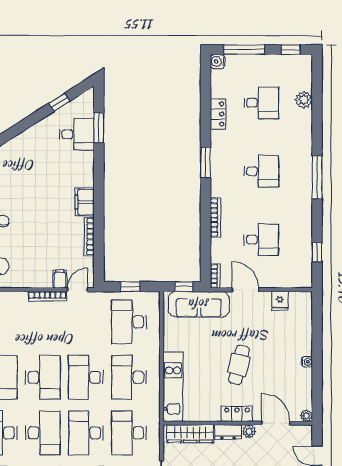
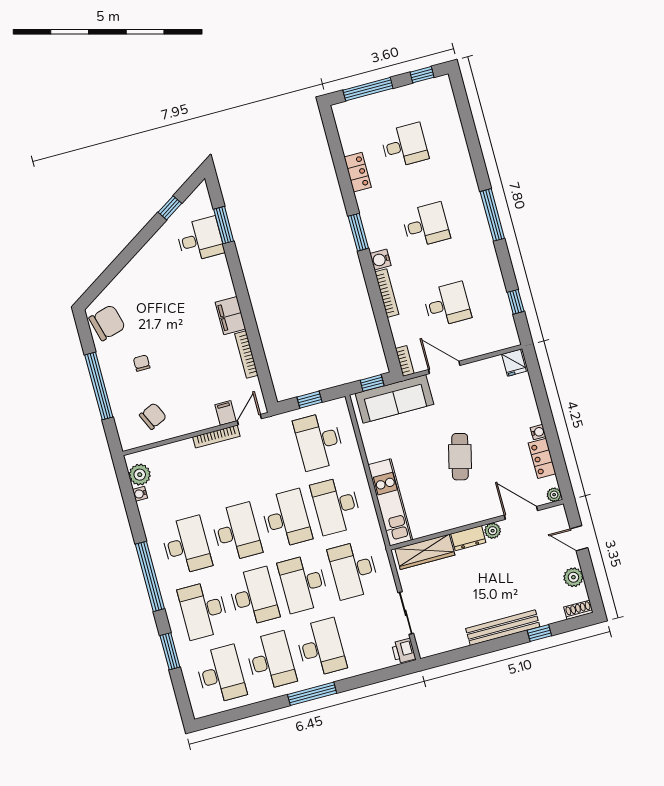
water cooler: (217, 61) -> (381, 260), moved
plant: (304, 100) -> (453, 129), removed
fridge: (280, 301) -> (514, 363), moved
desk: (86, 377) -> (286, 519), turned 180
locker: (237, 414) -> (542, 458), moved, turned -90

